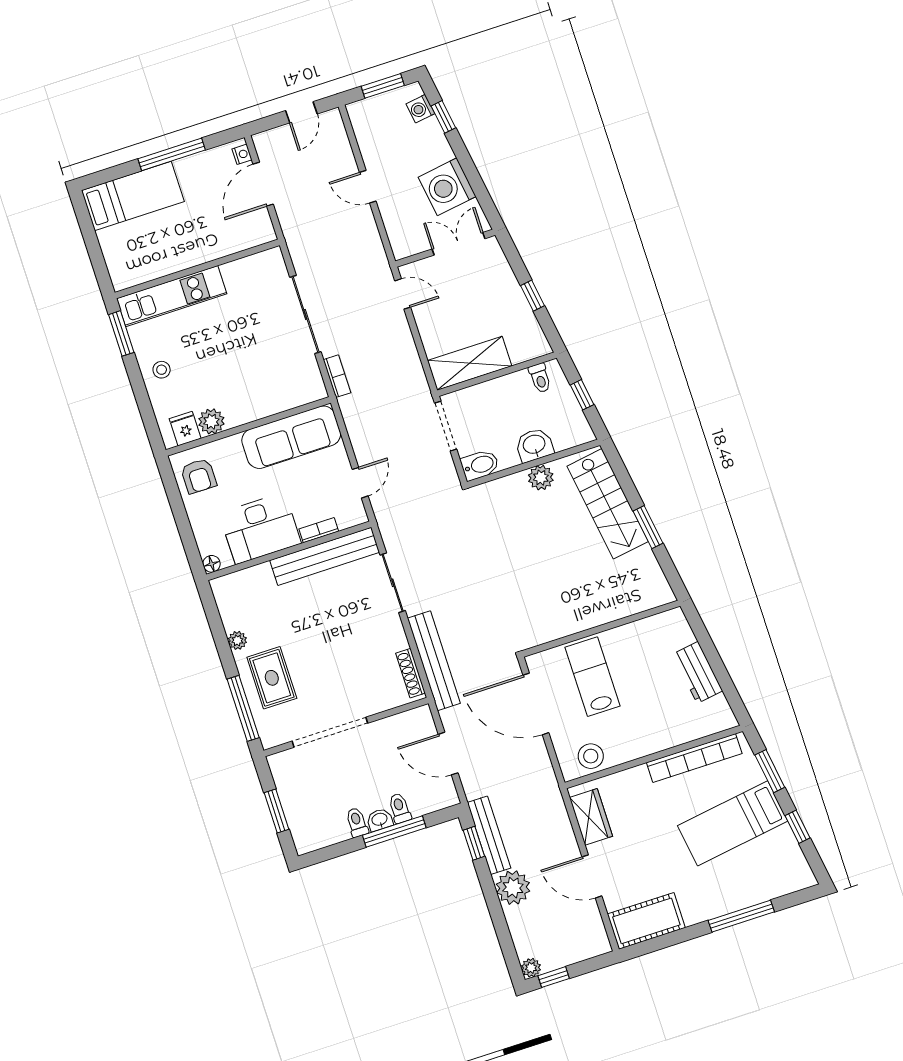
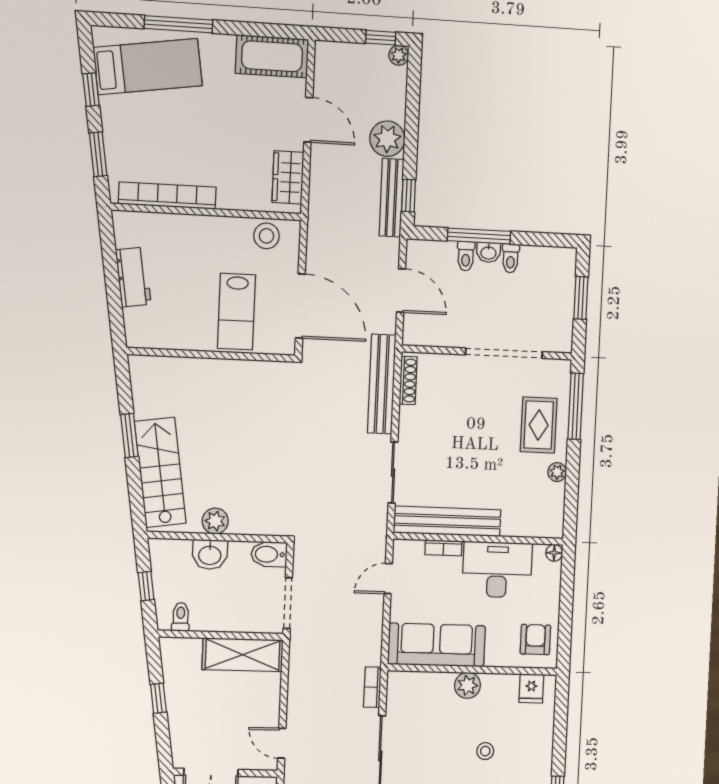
stool: (162, 370) -> (485, 751), moved
plant: (211, 421) -> (468, 685), moved
bed: (733, 823) -> (148, 67), moved

